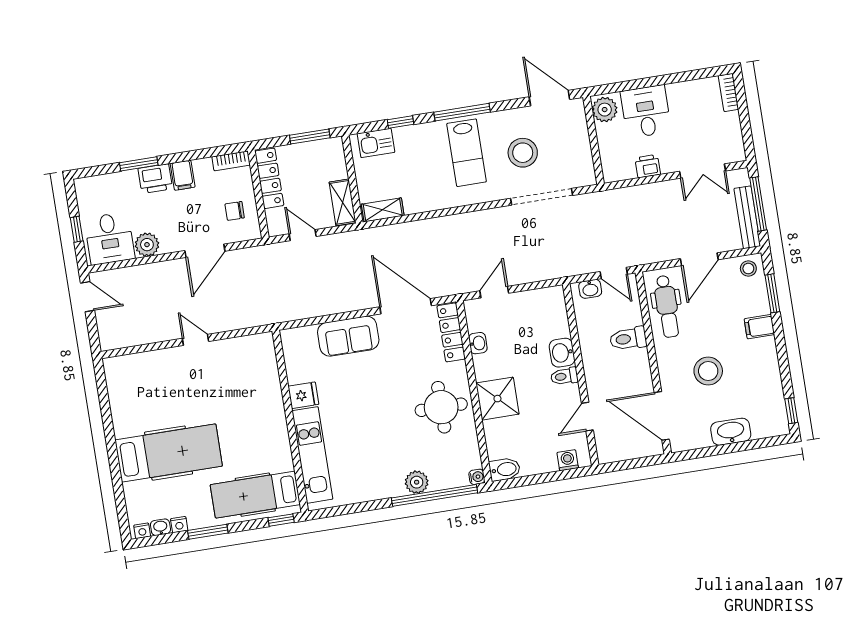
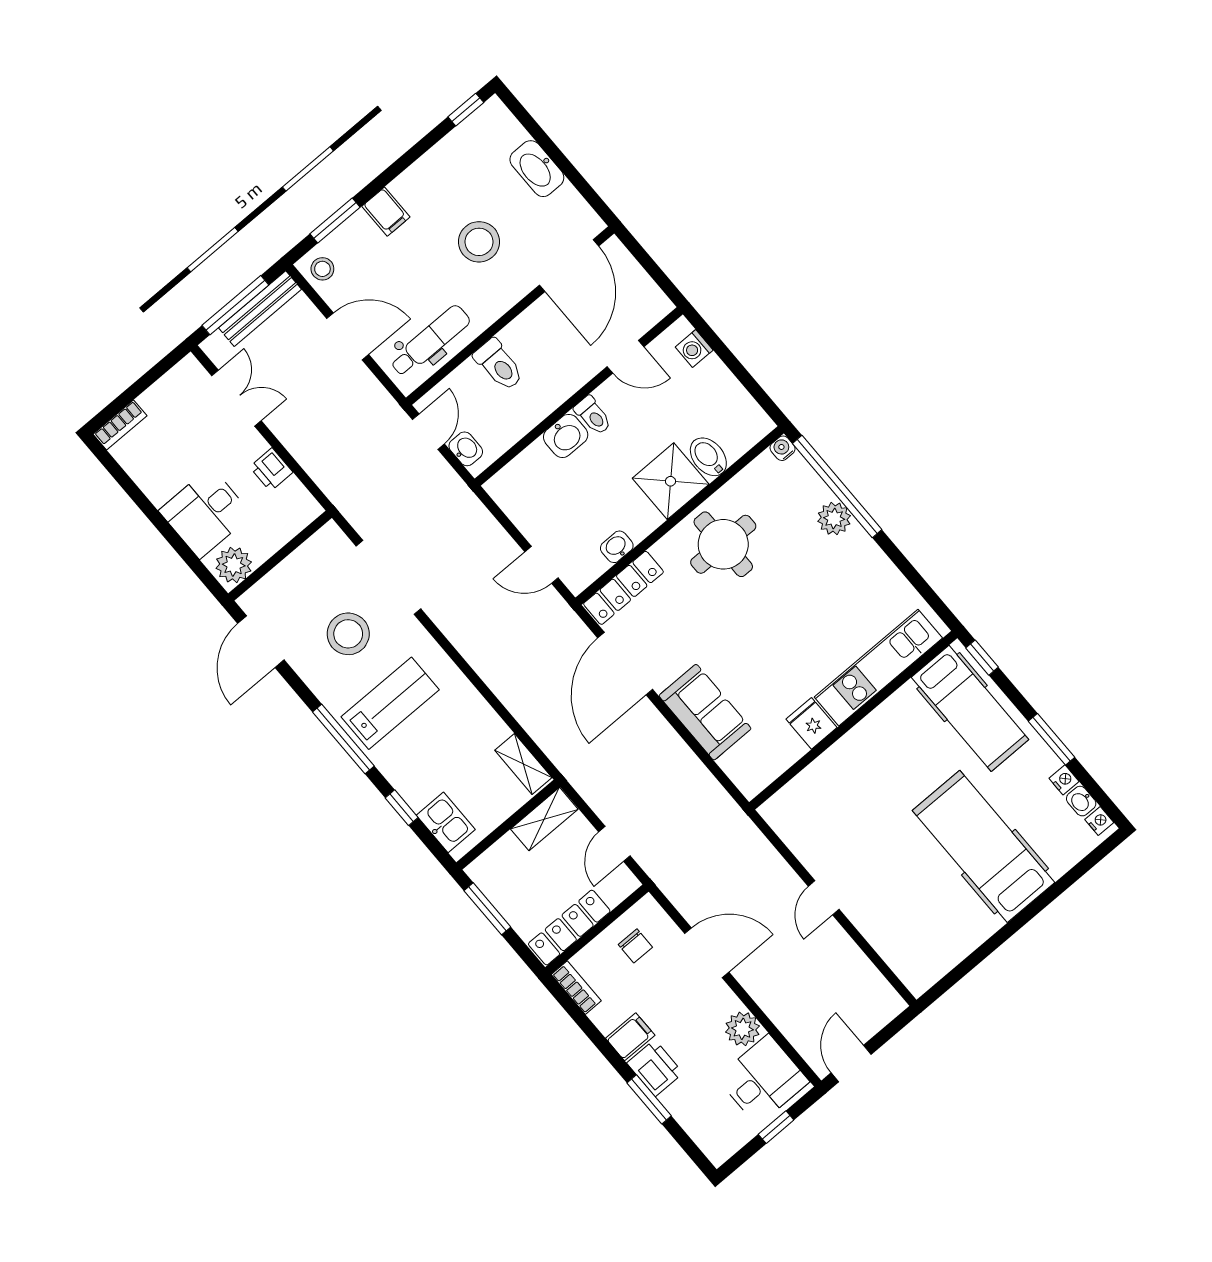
bidet: (505, 469) -> (708, 457), moved

